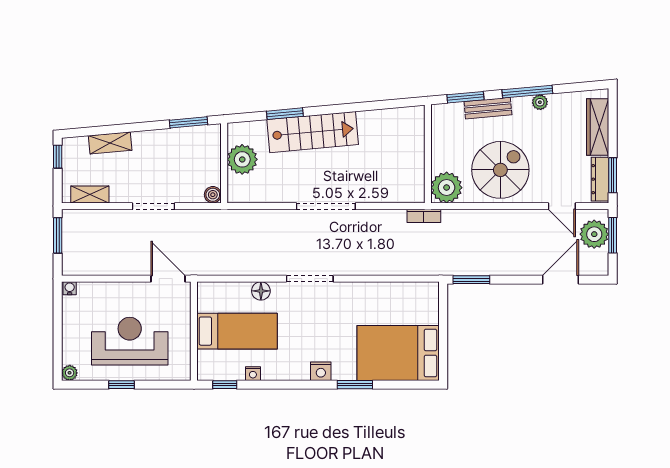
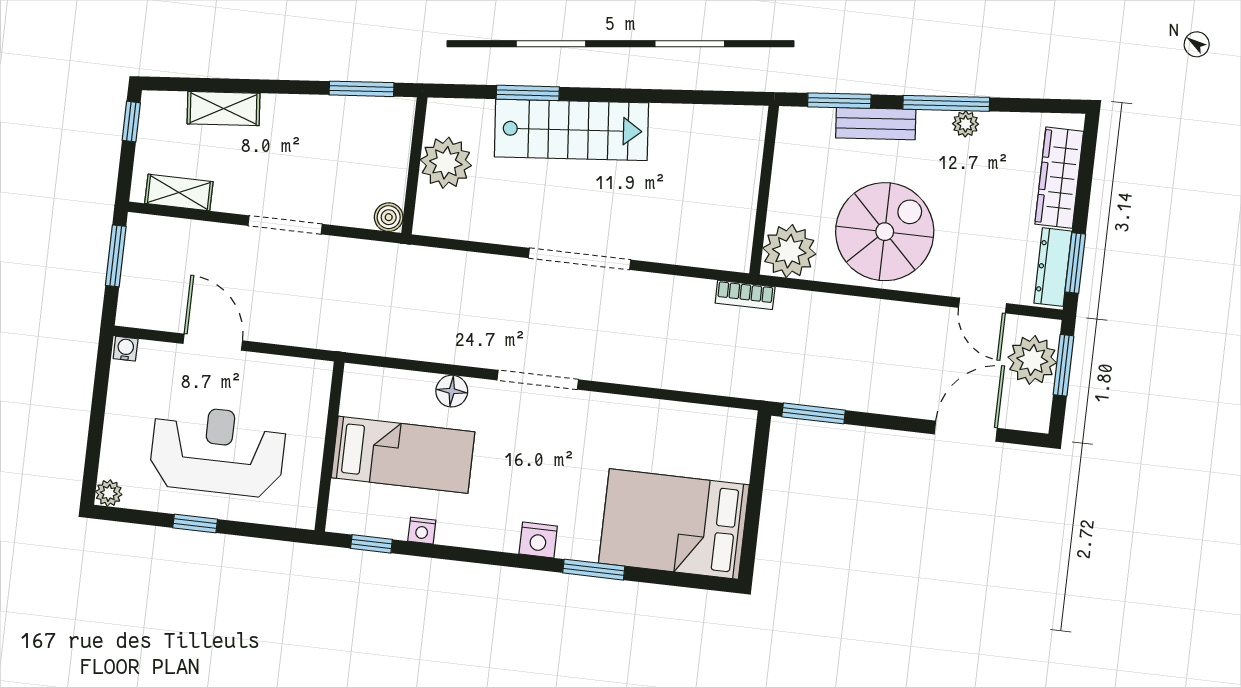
door: (168, 279) -> (213, 342), moved

